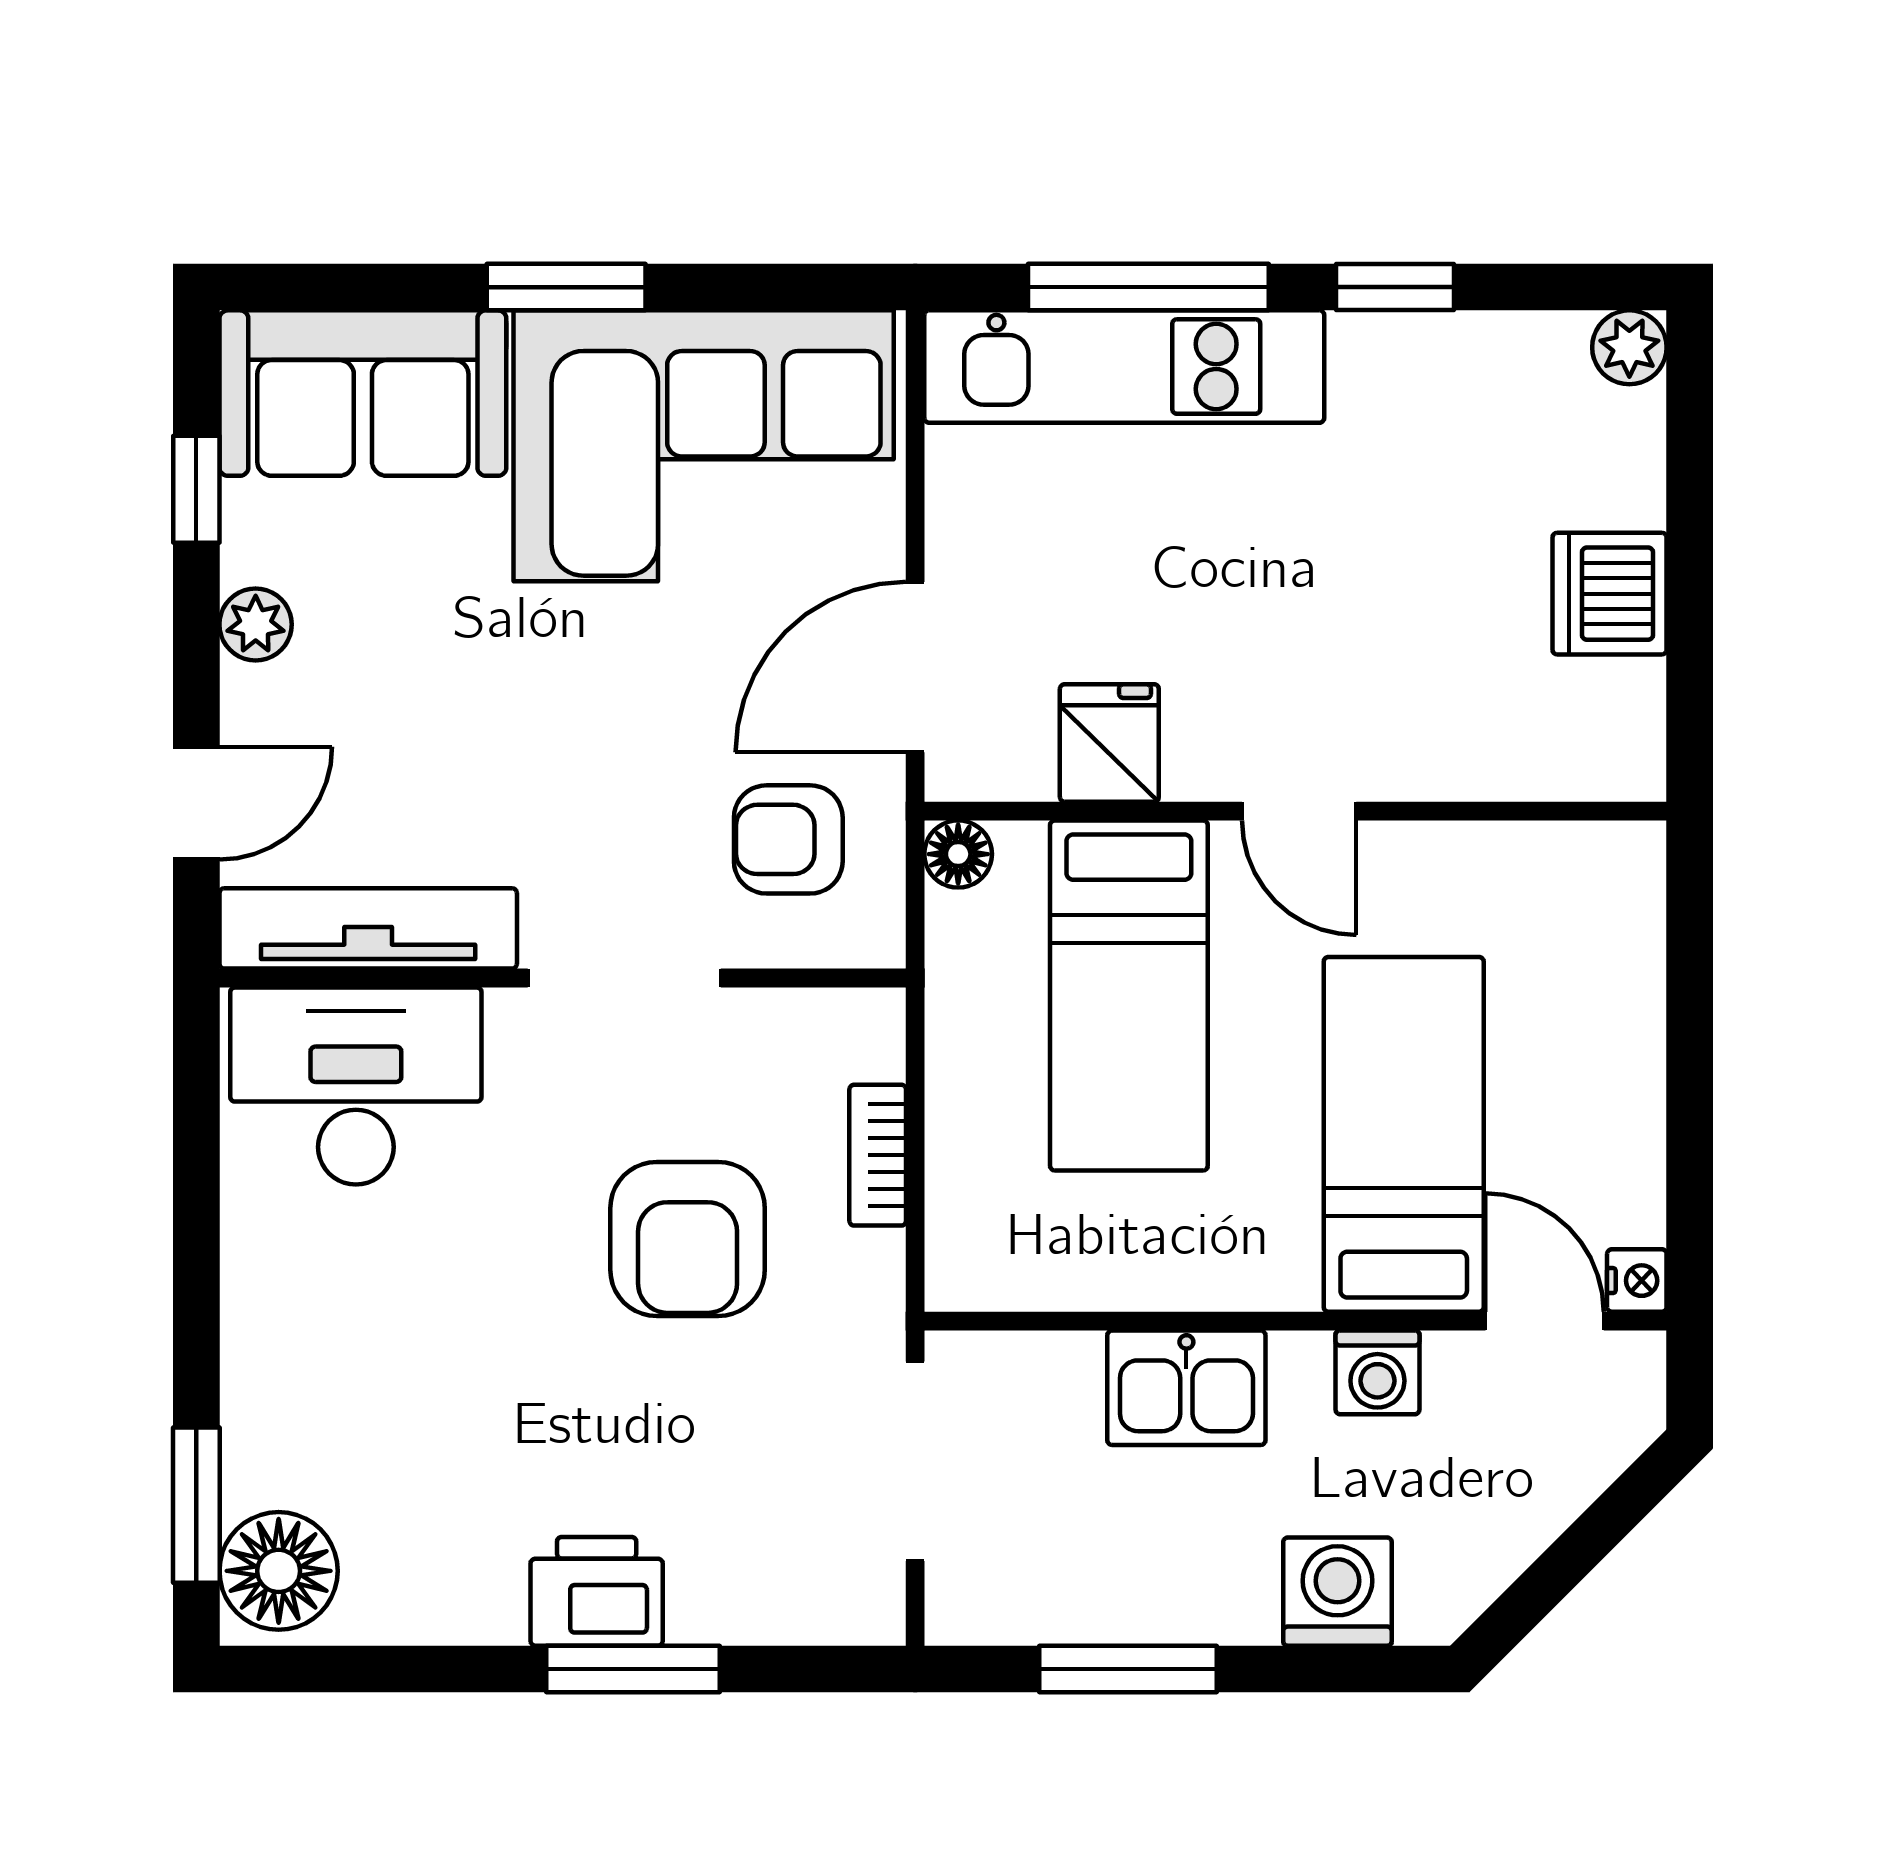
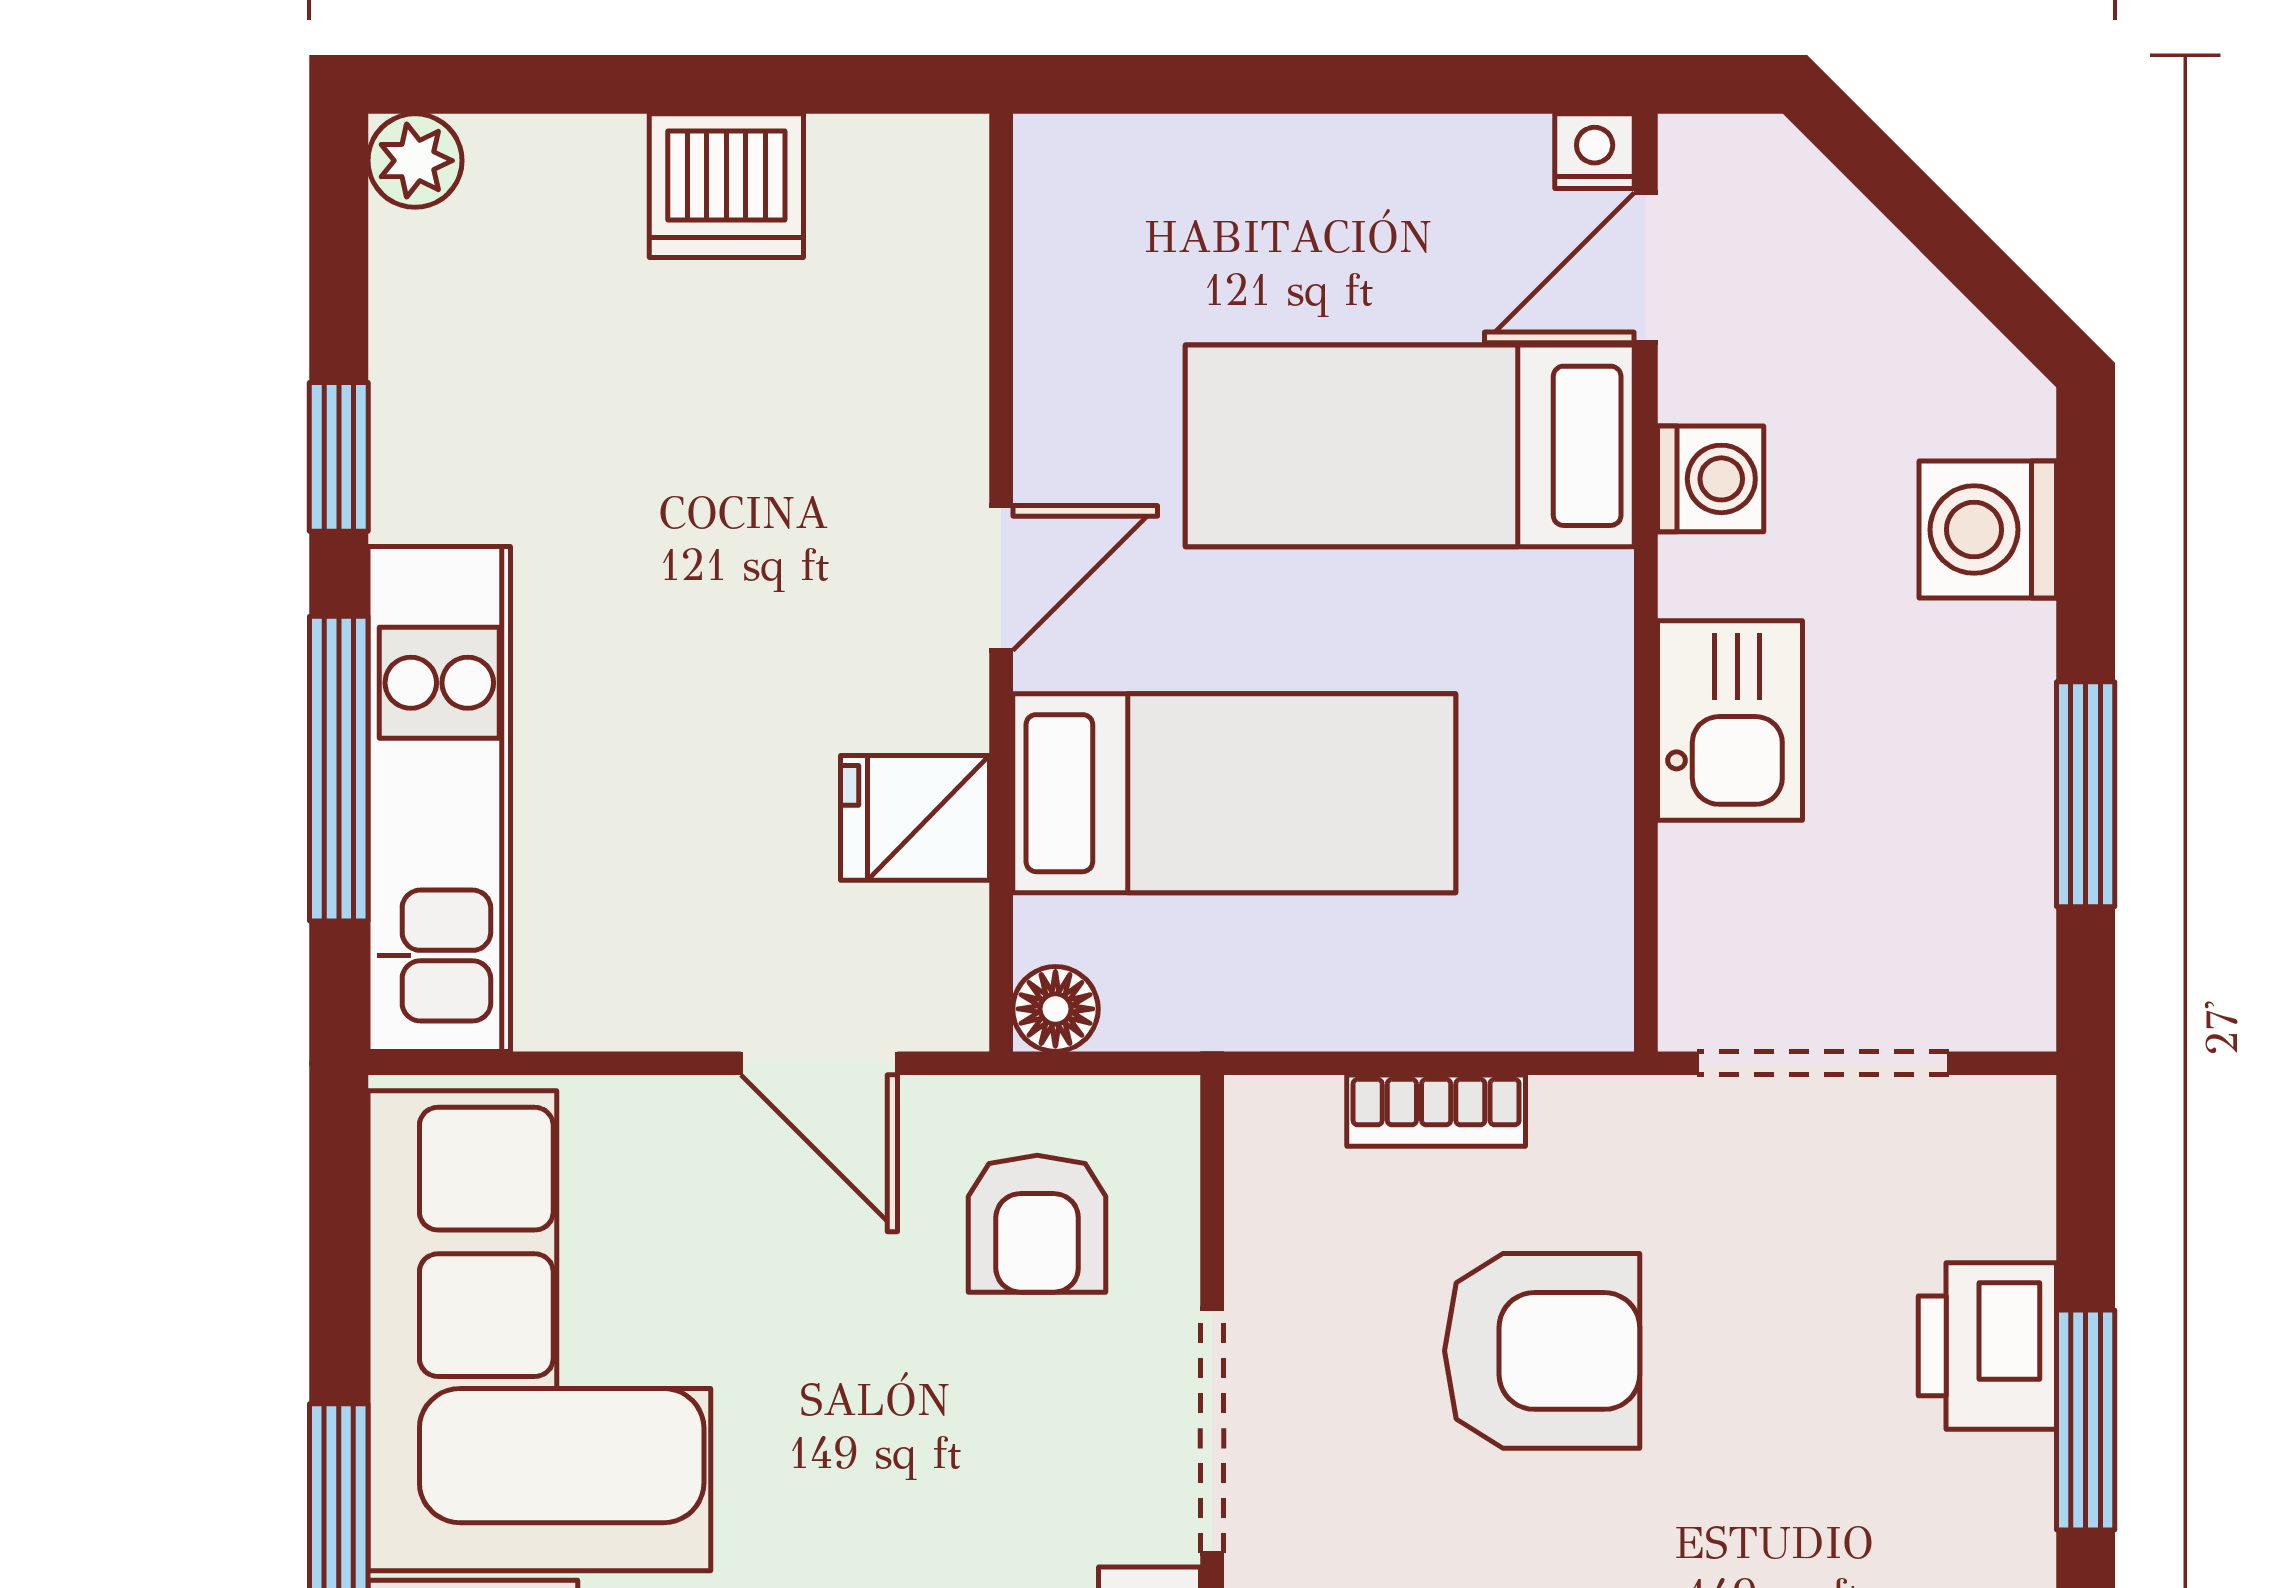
door: (915, 667) -> (819, 1063), width x0.73
printer: (597, 1591) -> (1987, 1346), moved

